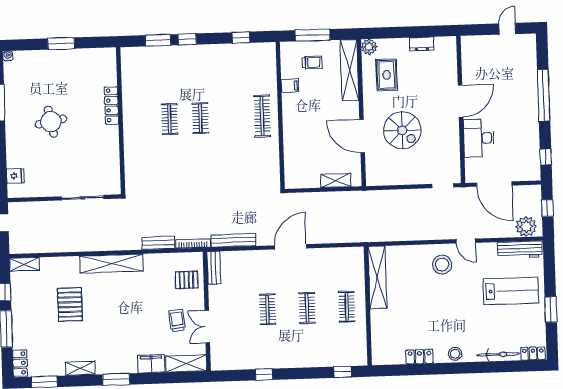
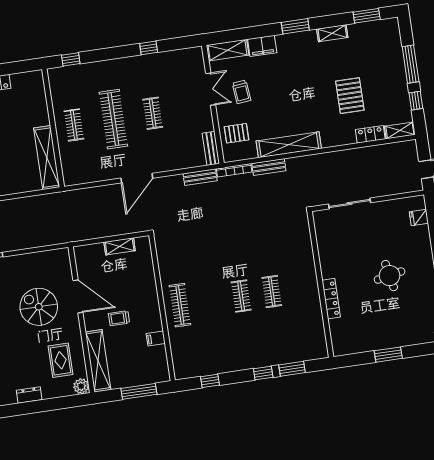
trolley: (312, 62) -> (119, 318), moved
shelving: (336, 180) -> (120, 246), moved
bench: (234, 240) -> (200, 177), width x0.73
shelving: (111, 264) -> (289, 145), moved
clothes rail: (307, 308) -> (113, 119), width x1.86, depth x1.31
locker: (20, 363) -> (370, 134), moved, turned 90

